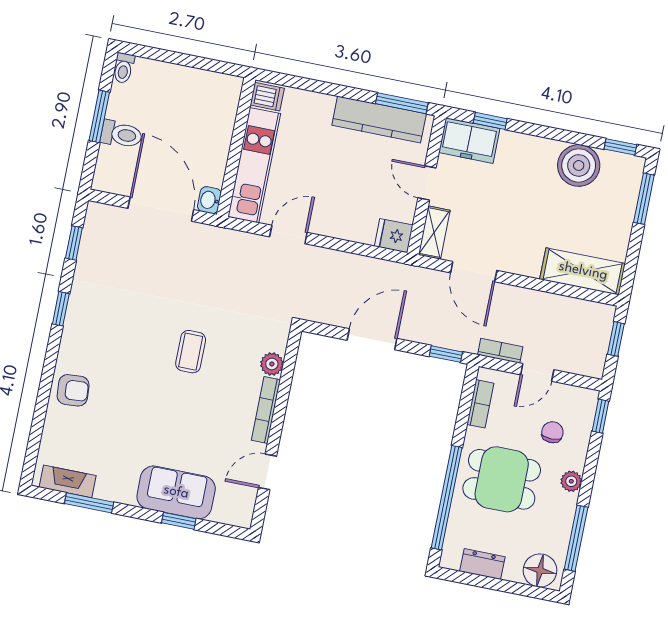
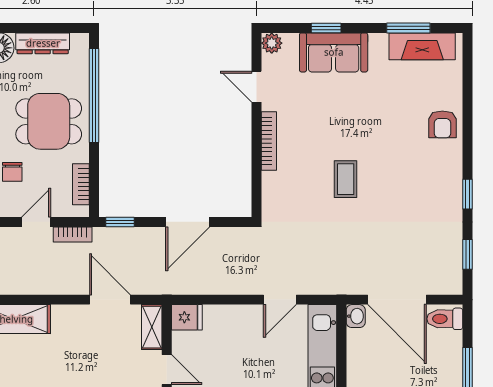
toilet: (121, 134) -> (445, 319), moved
plant: (272, 364) -> (272, 43), moved
armchair: (73, 390) -> (442, 124), turned -86
door: (268, 472) -> (257, 87), swing flipped
fireplace: (68, 481) -> (422, 46), width x1.37, depth x1.32
dresser: (482, 564) -> (43, 43), width x1.44

